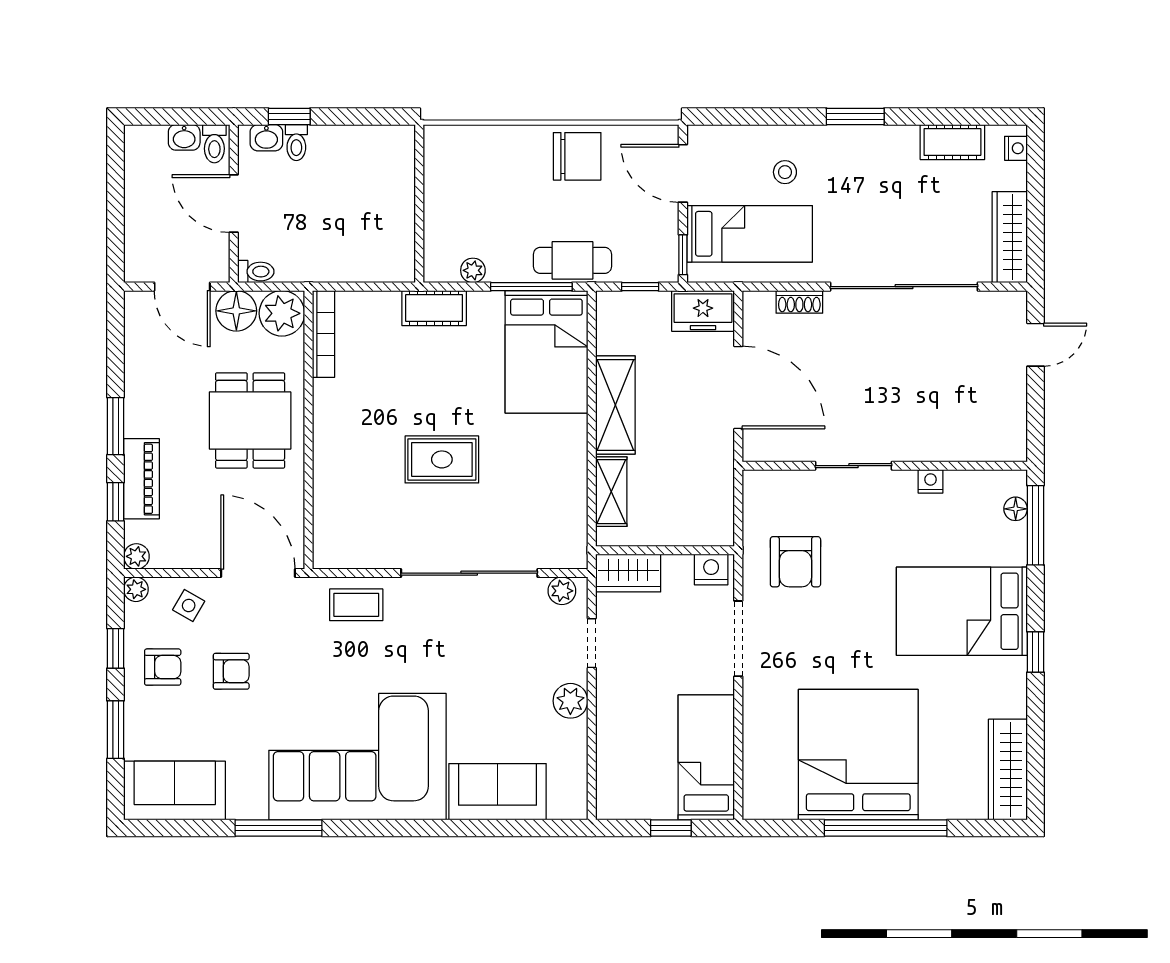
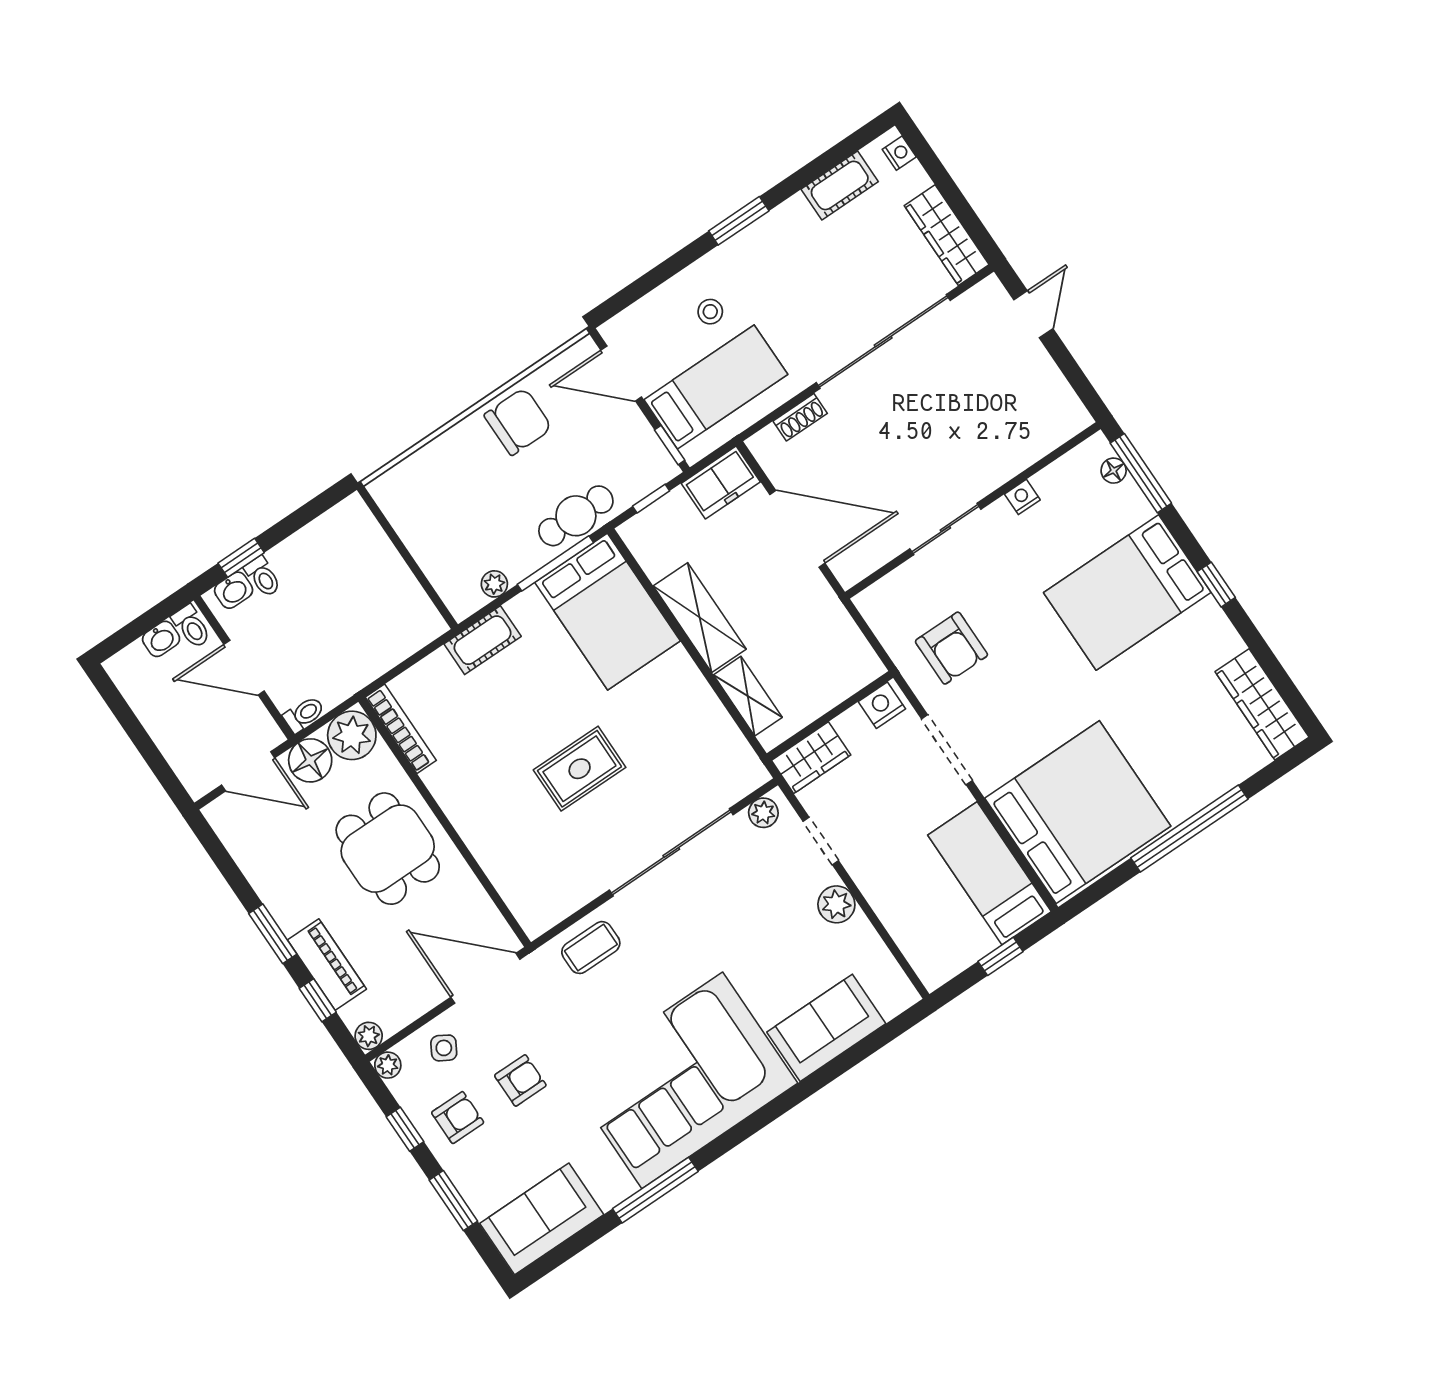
bed: (858, 755) -> (1078, 812), moved, turned 90

